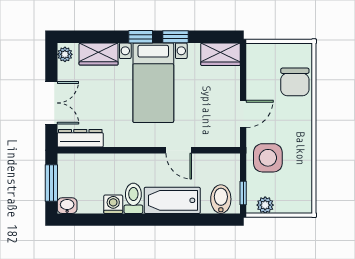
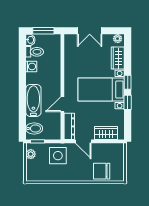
wardrobe: (221, 54) -> (106, 133), moved, turned 90
dresser: (80, 138) -> (69, 126), moved
toilet: (133, 198) -> (35, 52), moved

